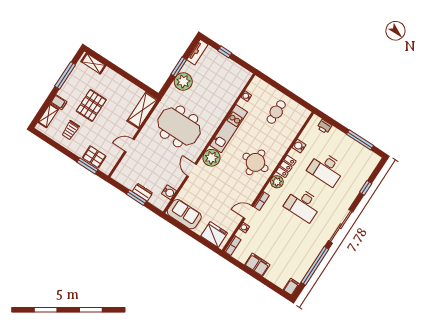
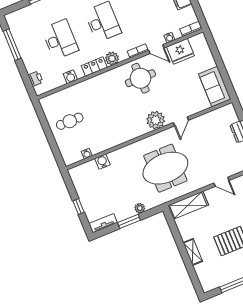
shelving: (93, 64) -> (193, 252), moved
plant: (183, 81) -> (140, 208), width x0.53, depth x0.53
meeting table: (179, 126) -> (165, 168), turned 90
kitchen unit: (229, 129) -> (122, 136), removed
round table: (255, 162) -> (140, 78), moved
water cooler: (169, 192) -> (102, 162), moved
fridge: (214, 235) -> (180, 51), moved, turned -90

